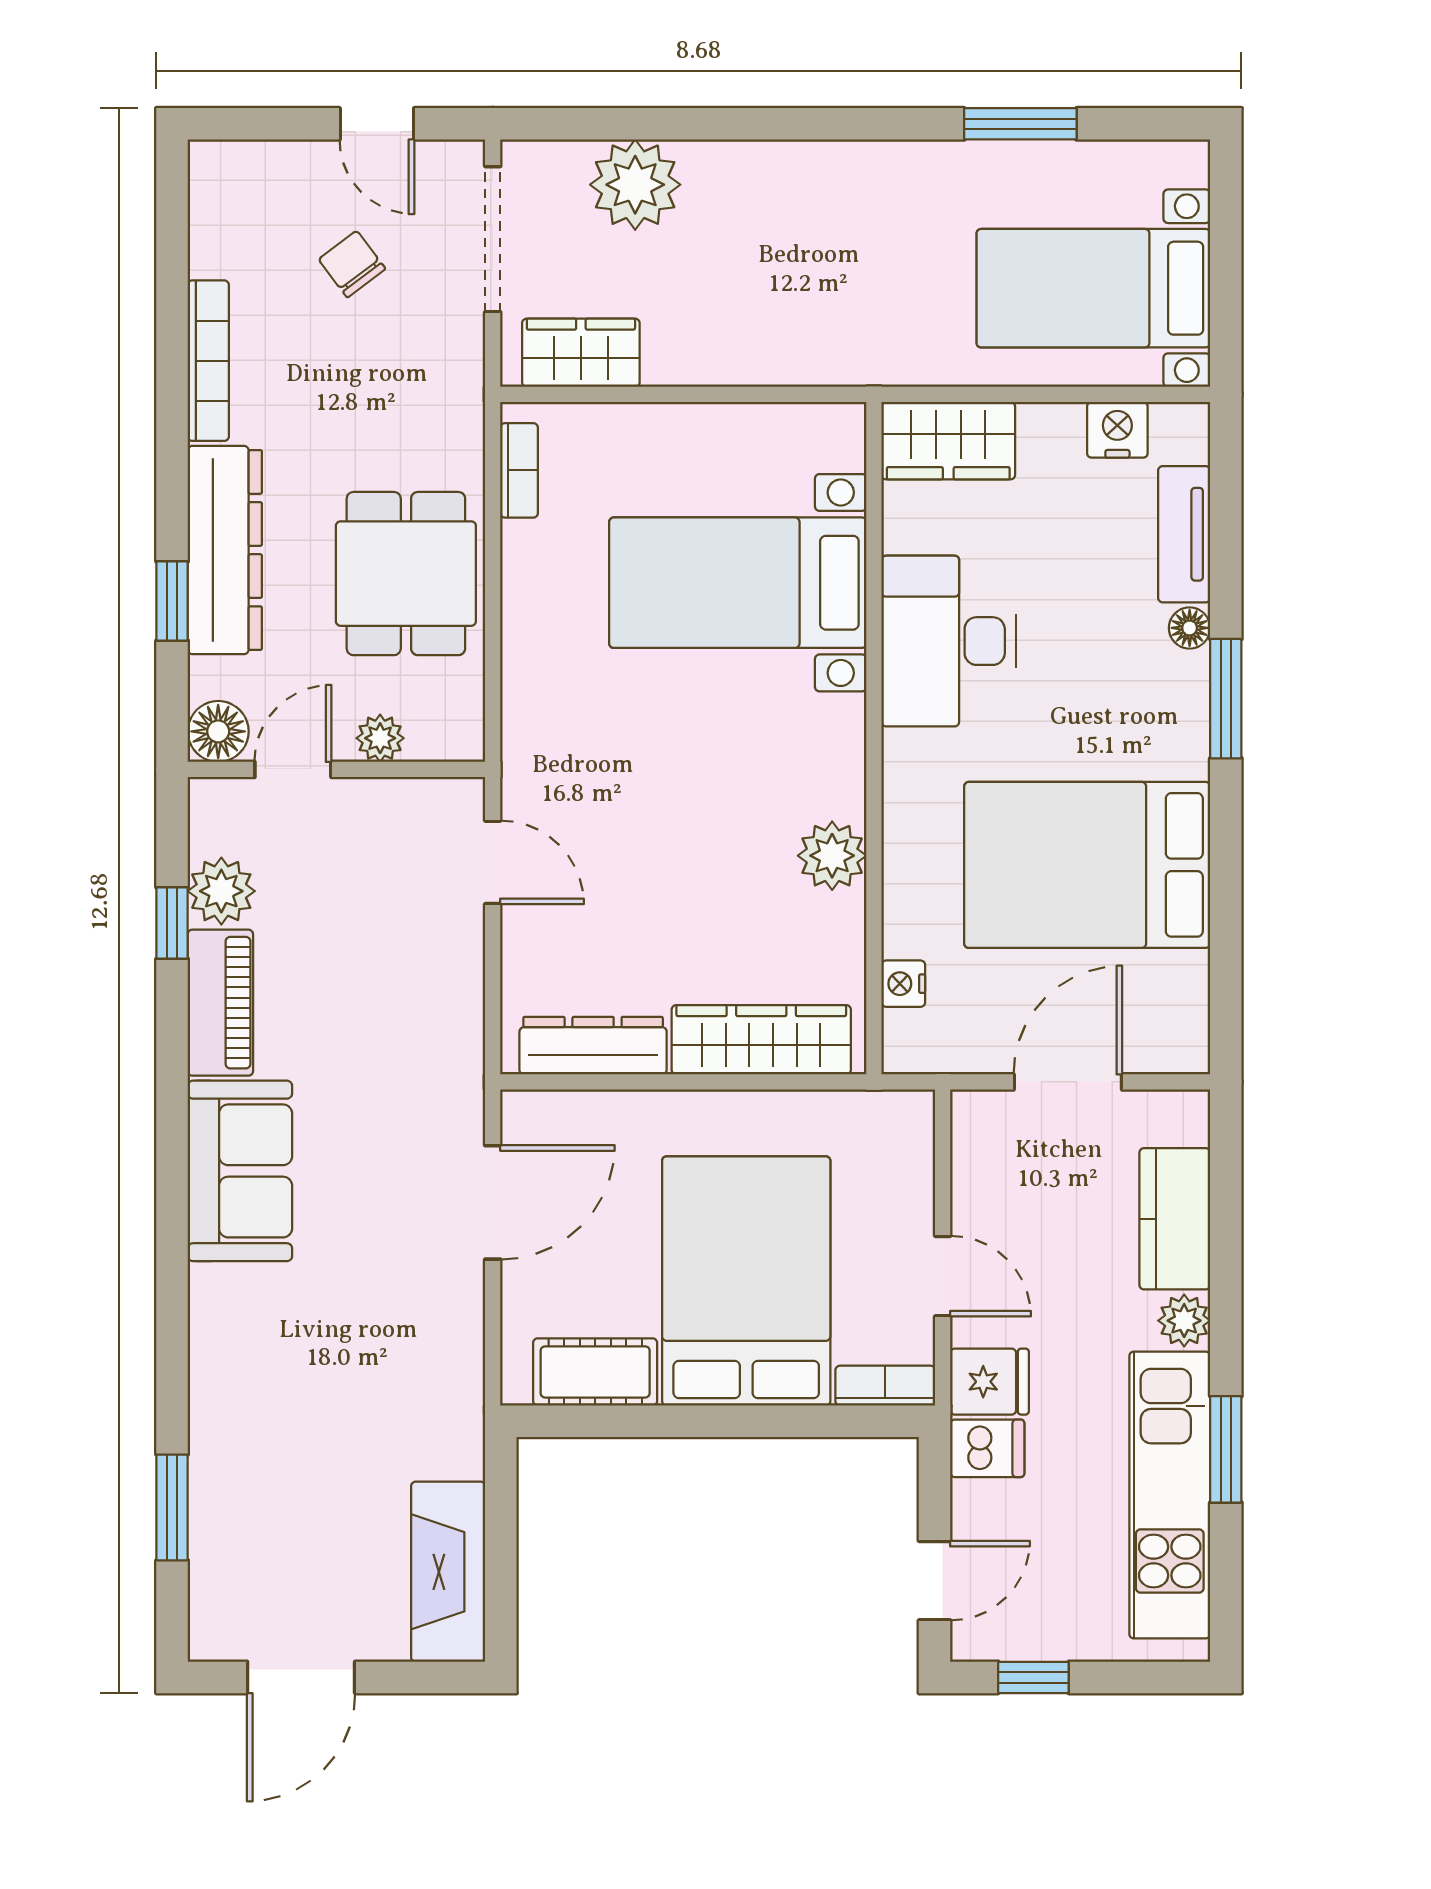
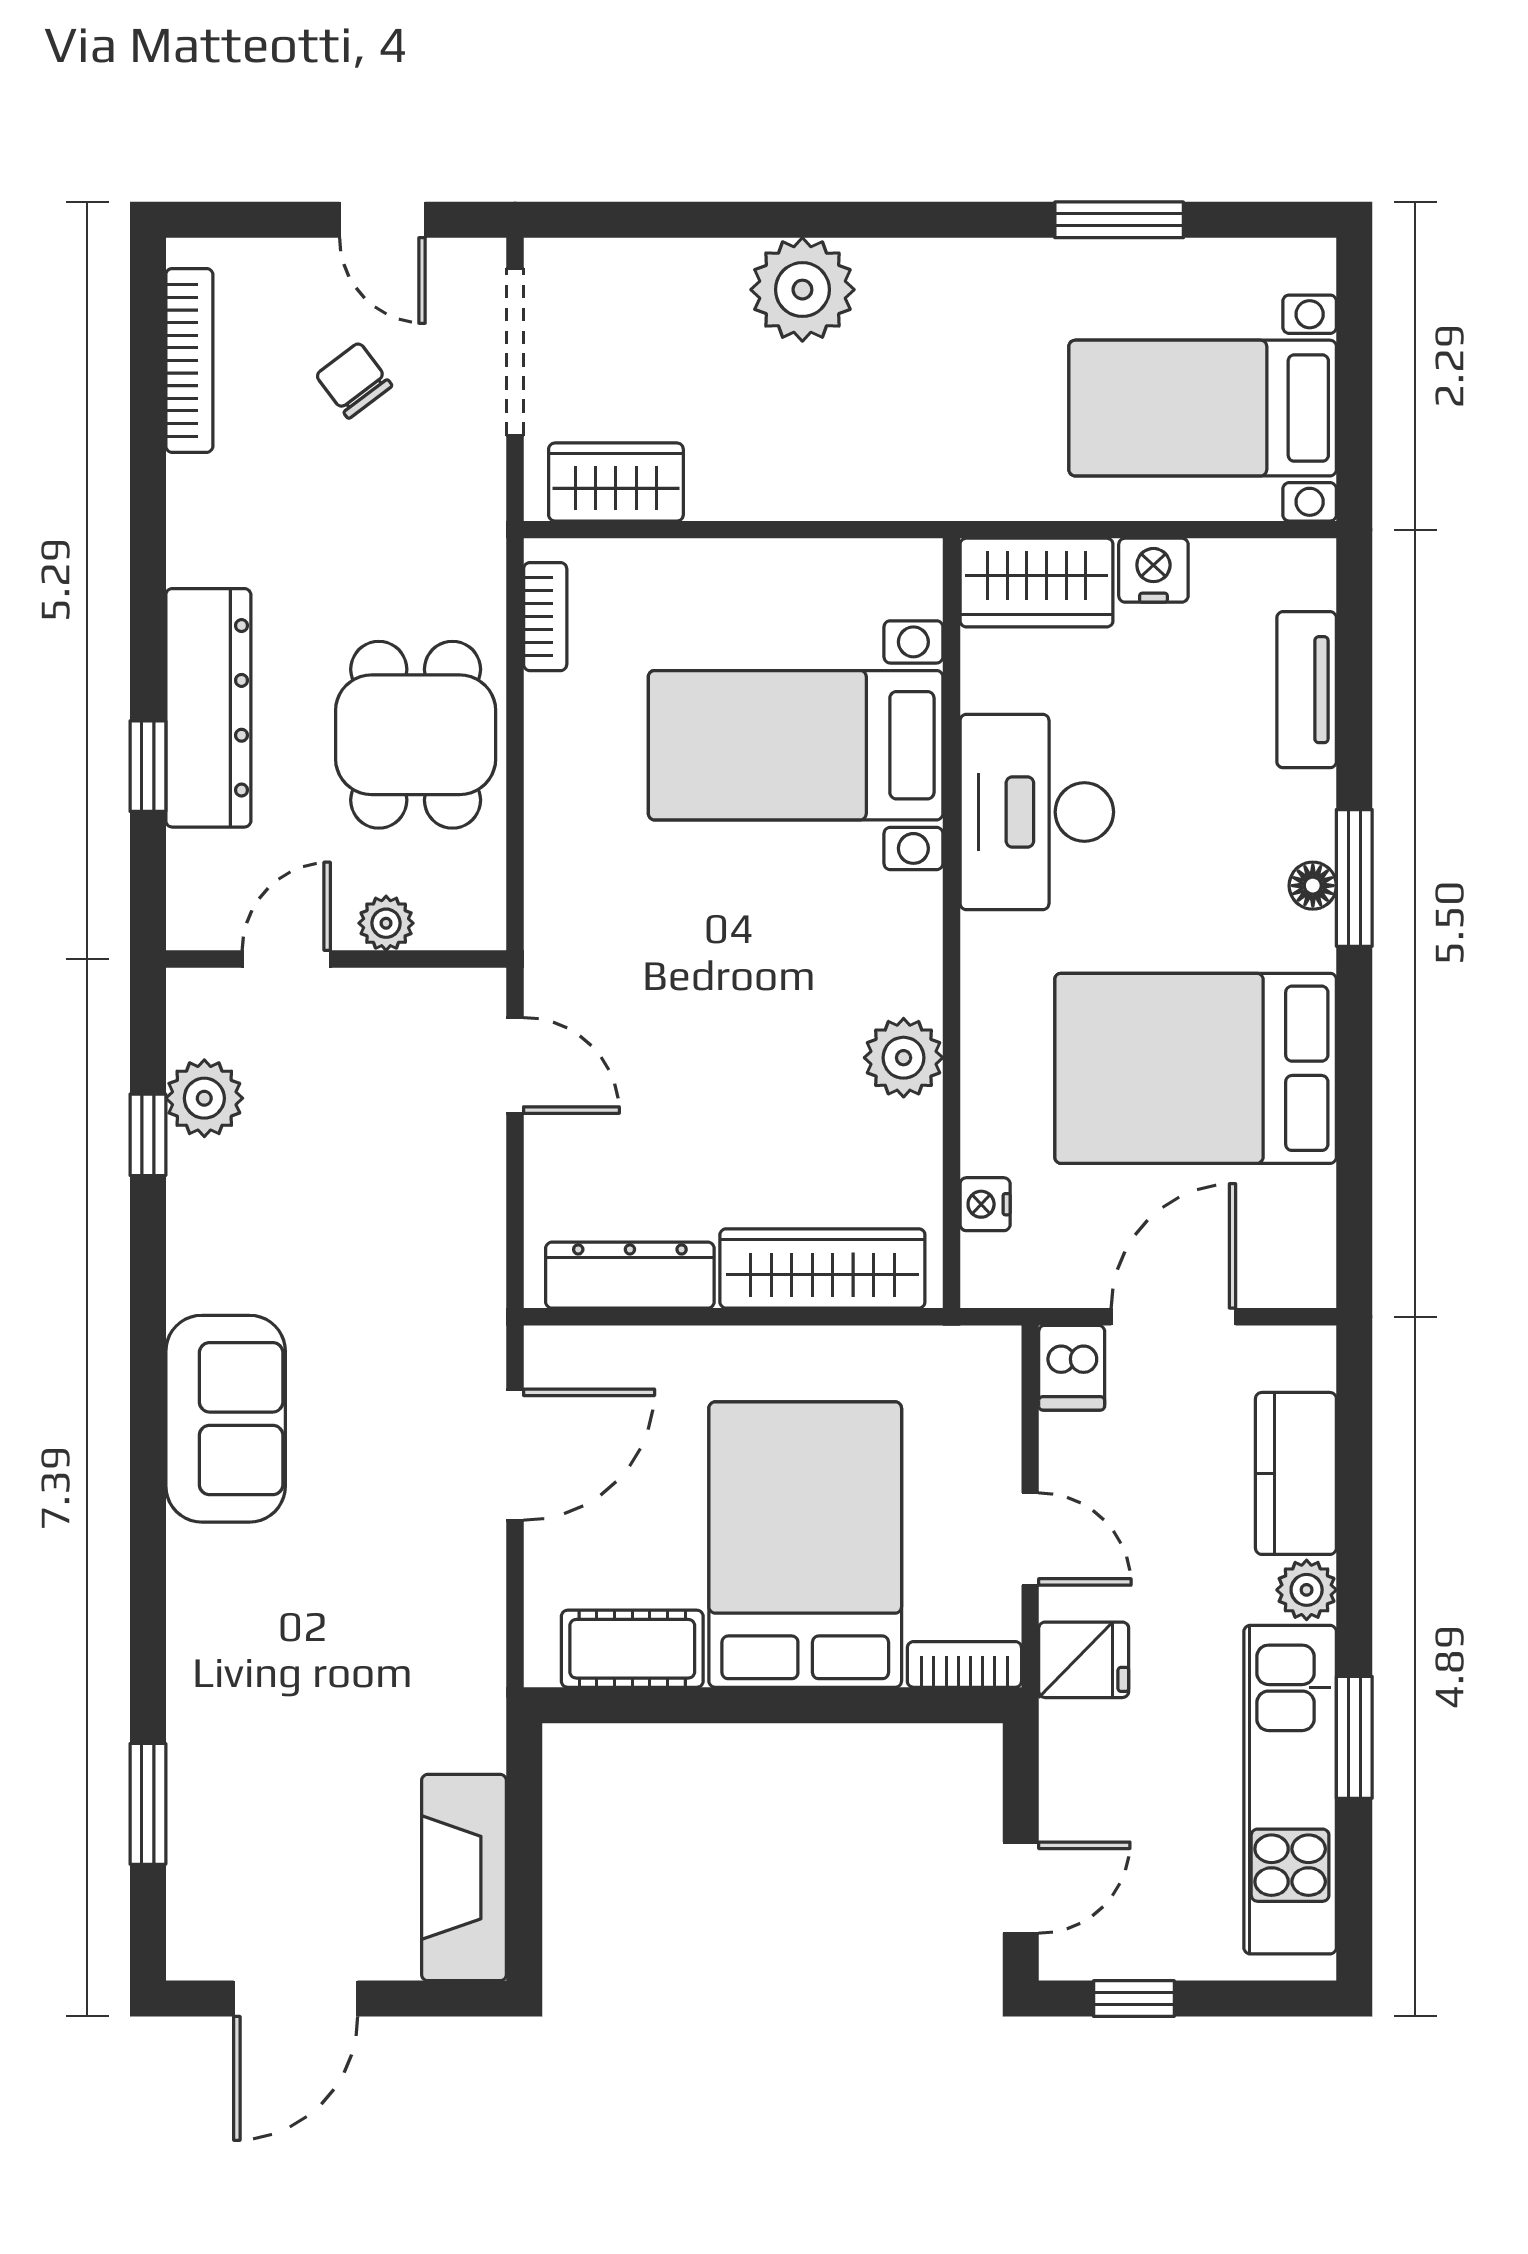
plant: (635, 185) -> (802, 290), moved
bookcase: (208, 361) -> (189, 360), moved
nightstand: (1117, 430) -> (1153, 570), moved
floor lamp: (1190, 628) -> (1313, 886), moved
floor lamp: (218, 731) -> (201, 915), removed
piano: (220, 1003) -> (203, 1226), removed
dishwasher: (987, 1448) -> (1072, 1368), moved, turned 90

